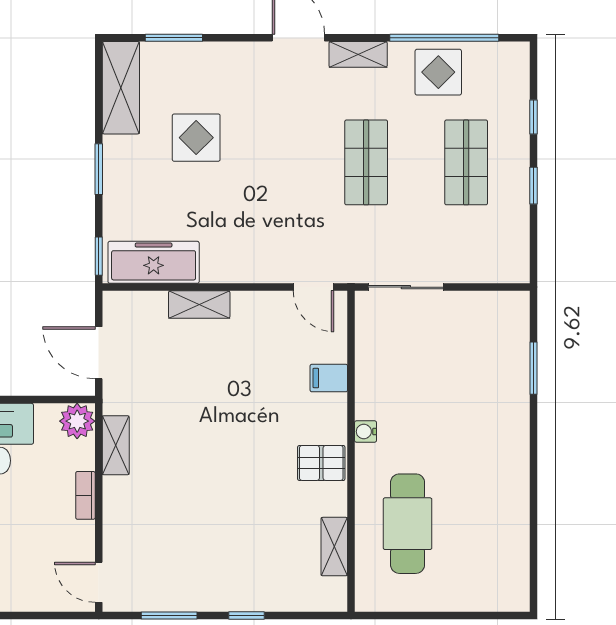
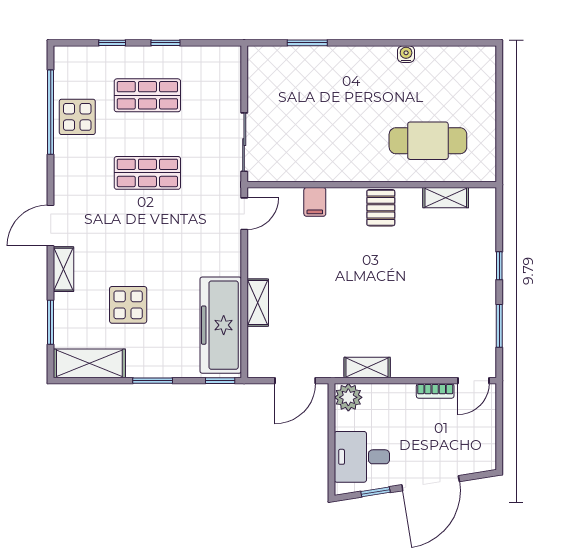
shelving: (358, 54) -> (64, 269), moved
freezer: (154, 262) -> (221, 325), width x1.36, depth x1.26
water cooler: (366, 432) -> (406, 54), moved, turned 180
bookcase: (85, 495) -> (435, 391), moved

